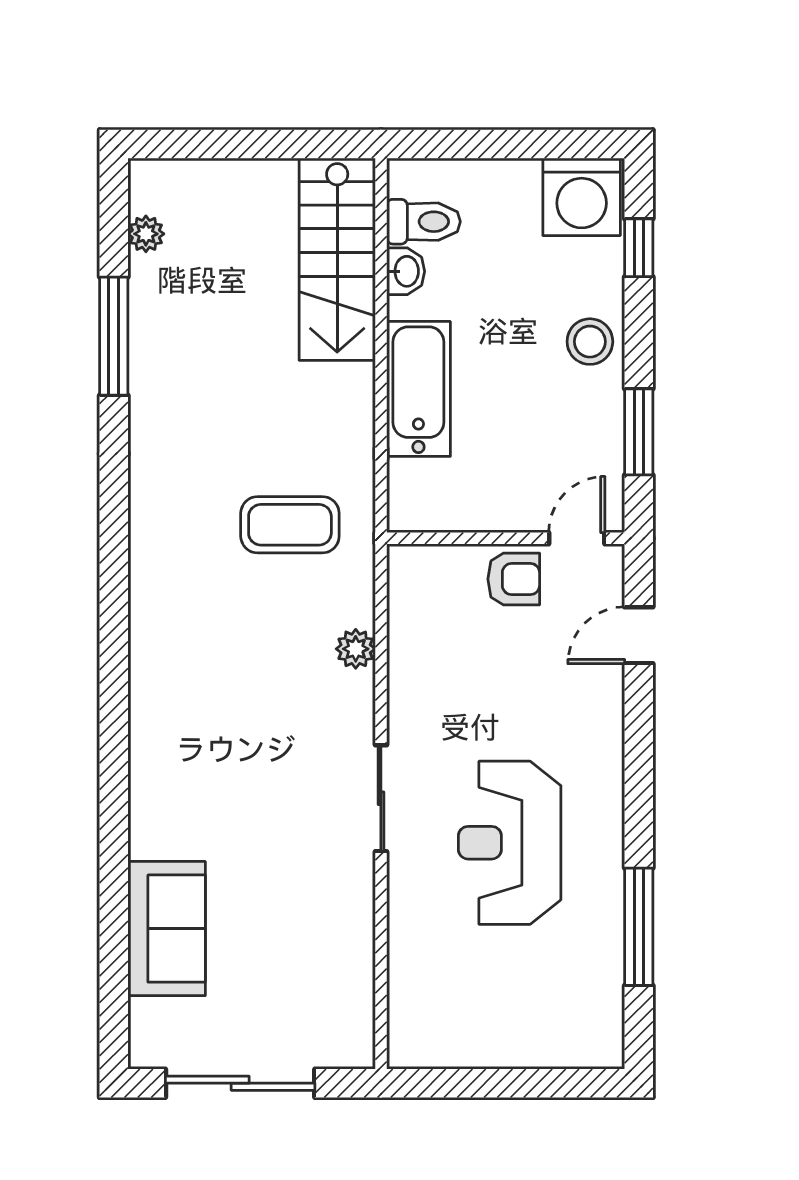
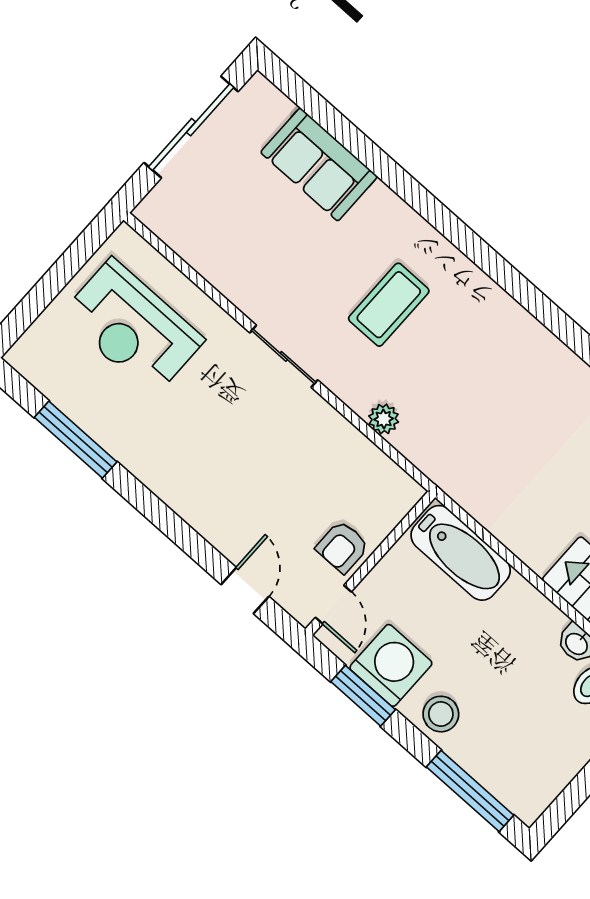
washing machine: (582, 197) -> (391, 665), moved, turned 90
window: (639, 248) -> (470, 791), width x2.17
bathtub: (418, 389) -> (461, 553), moved
coffee table: (290, 525) -> (389, 305), moved
reception desk: (510, 843) -> (133, 327), moved, turned 180

